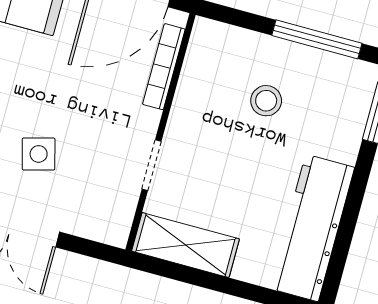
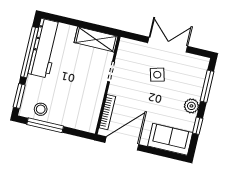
stool: (266, 101) -> (41, 109), moved
window: (349, 219) -> (30, 52), added

